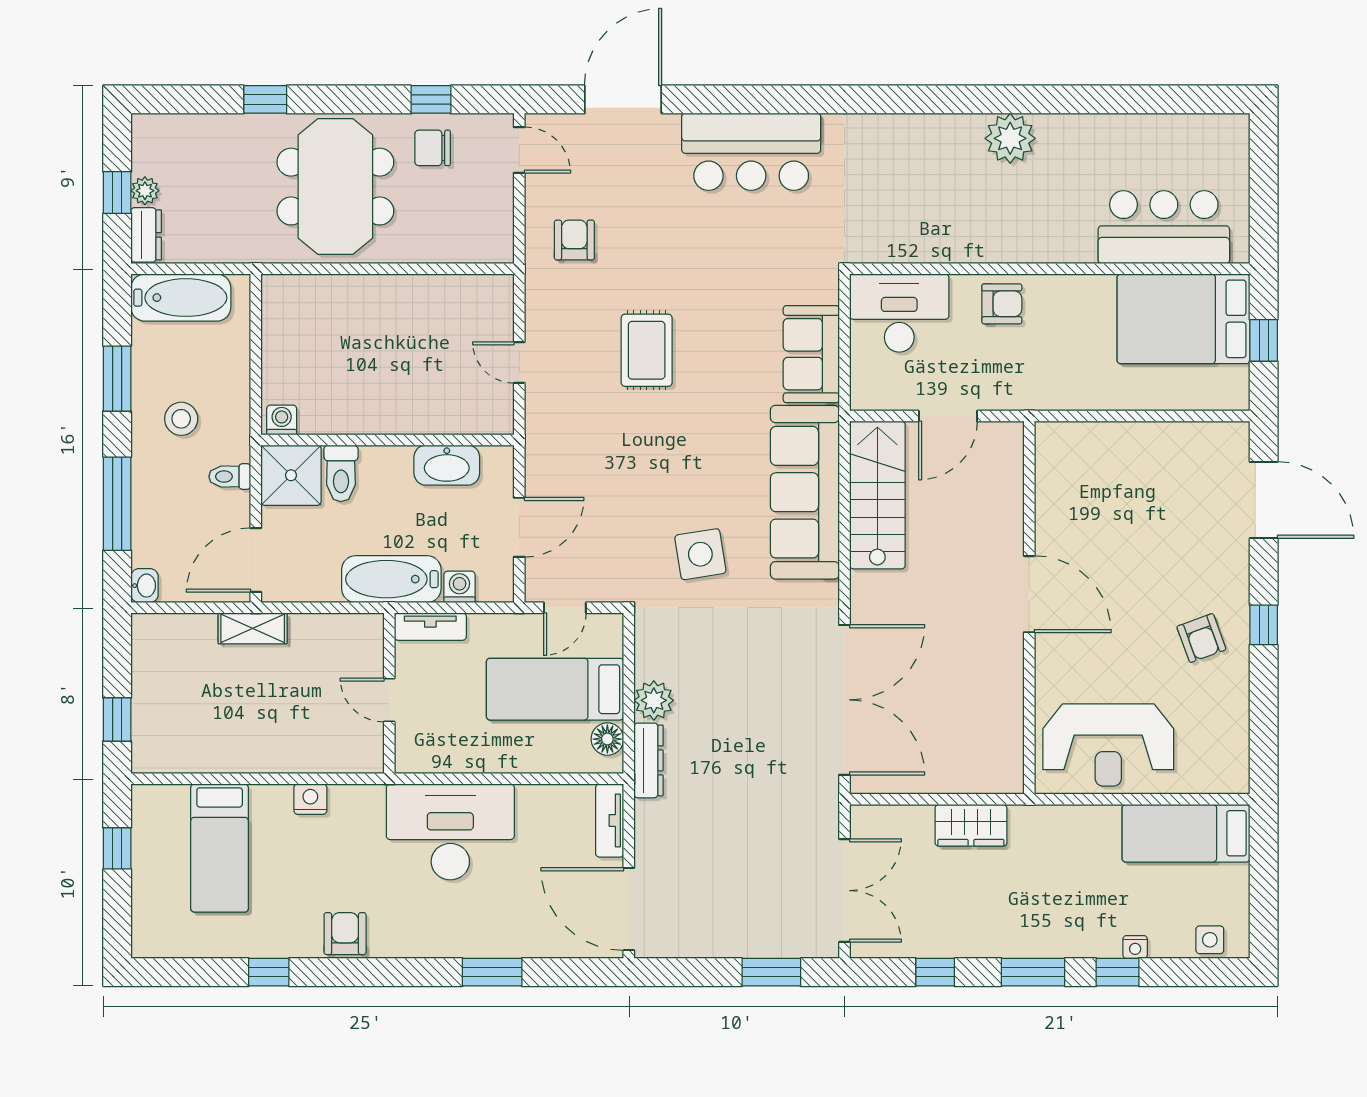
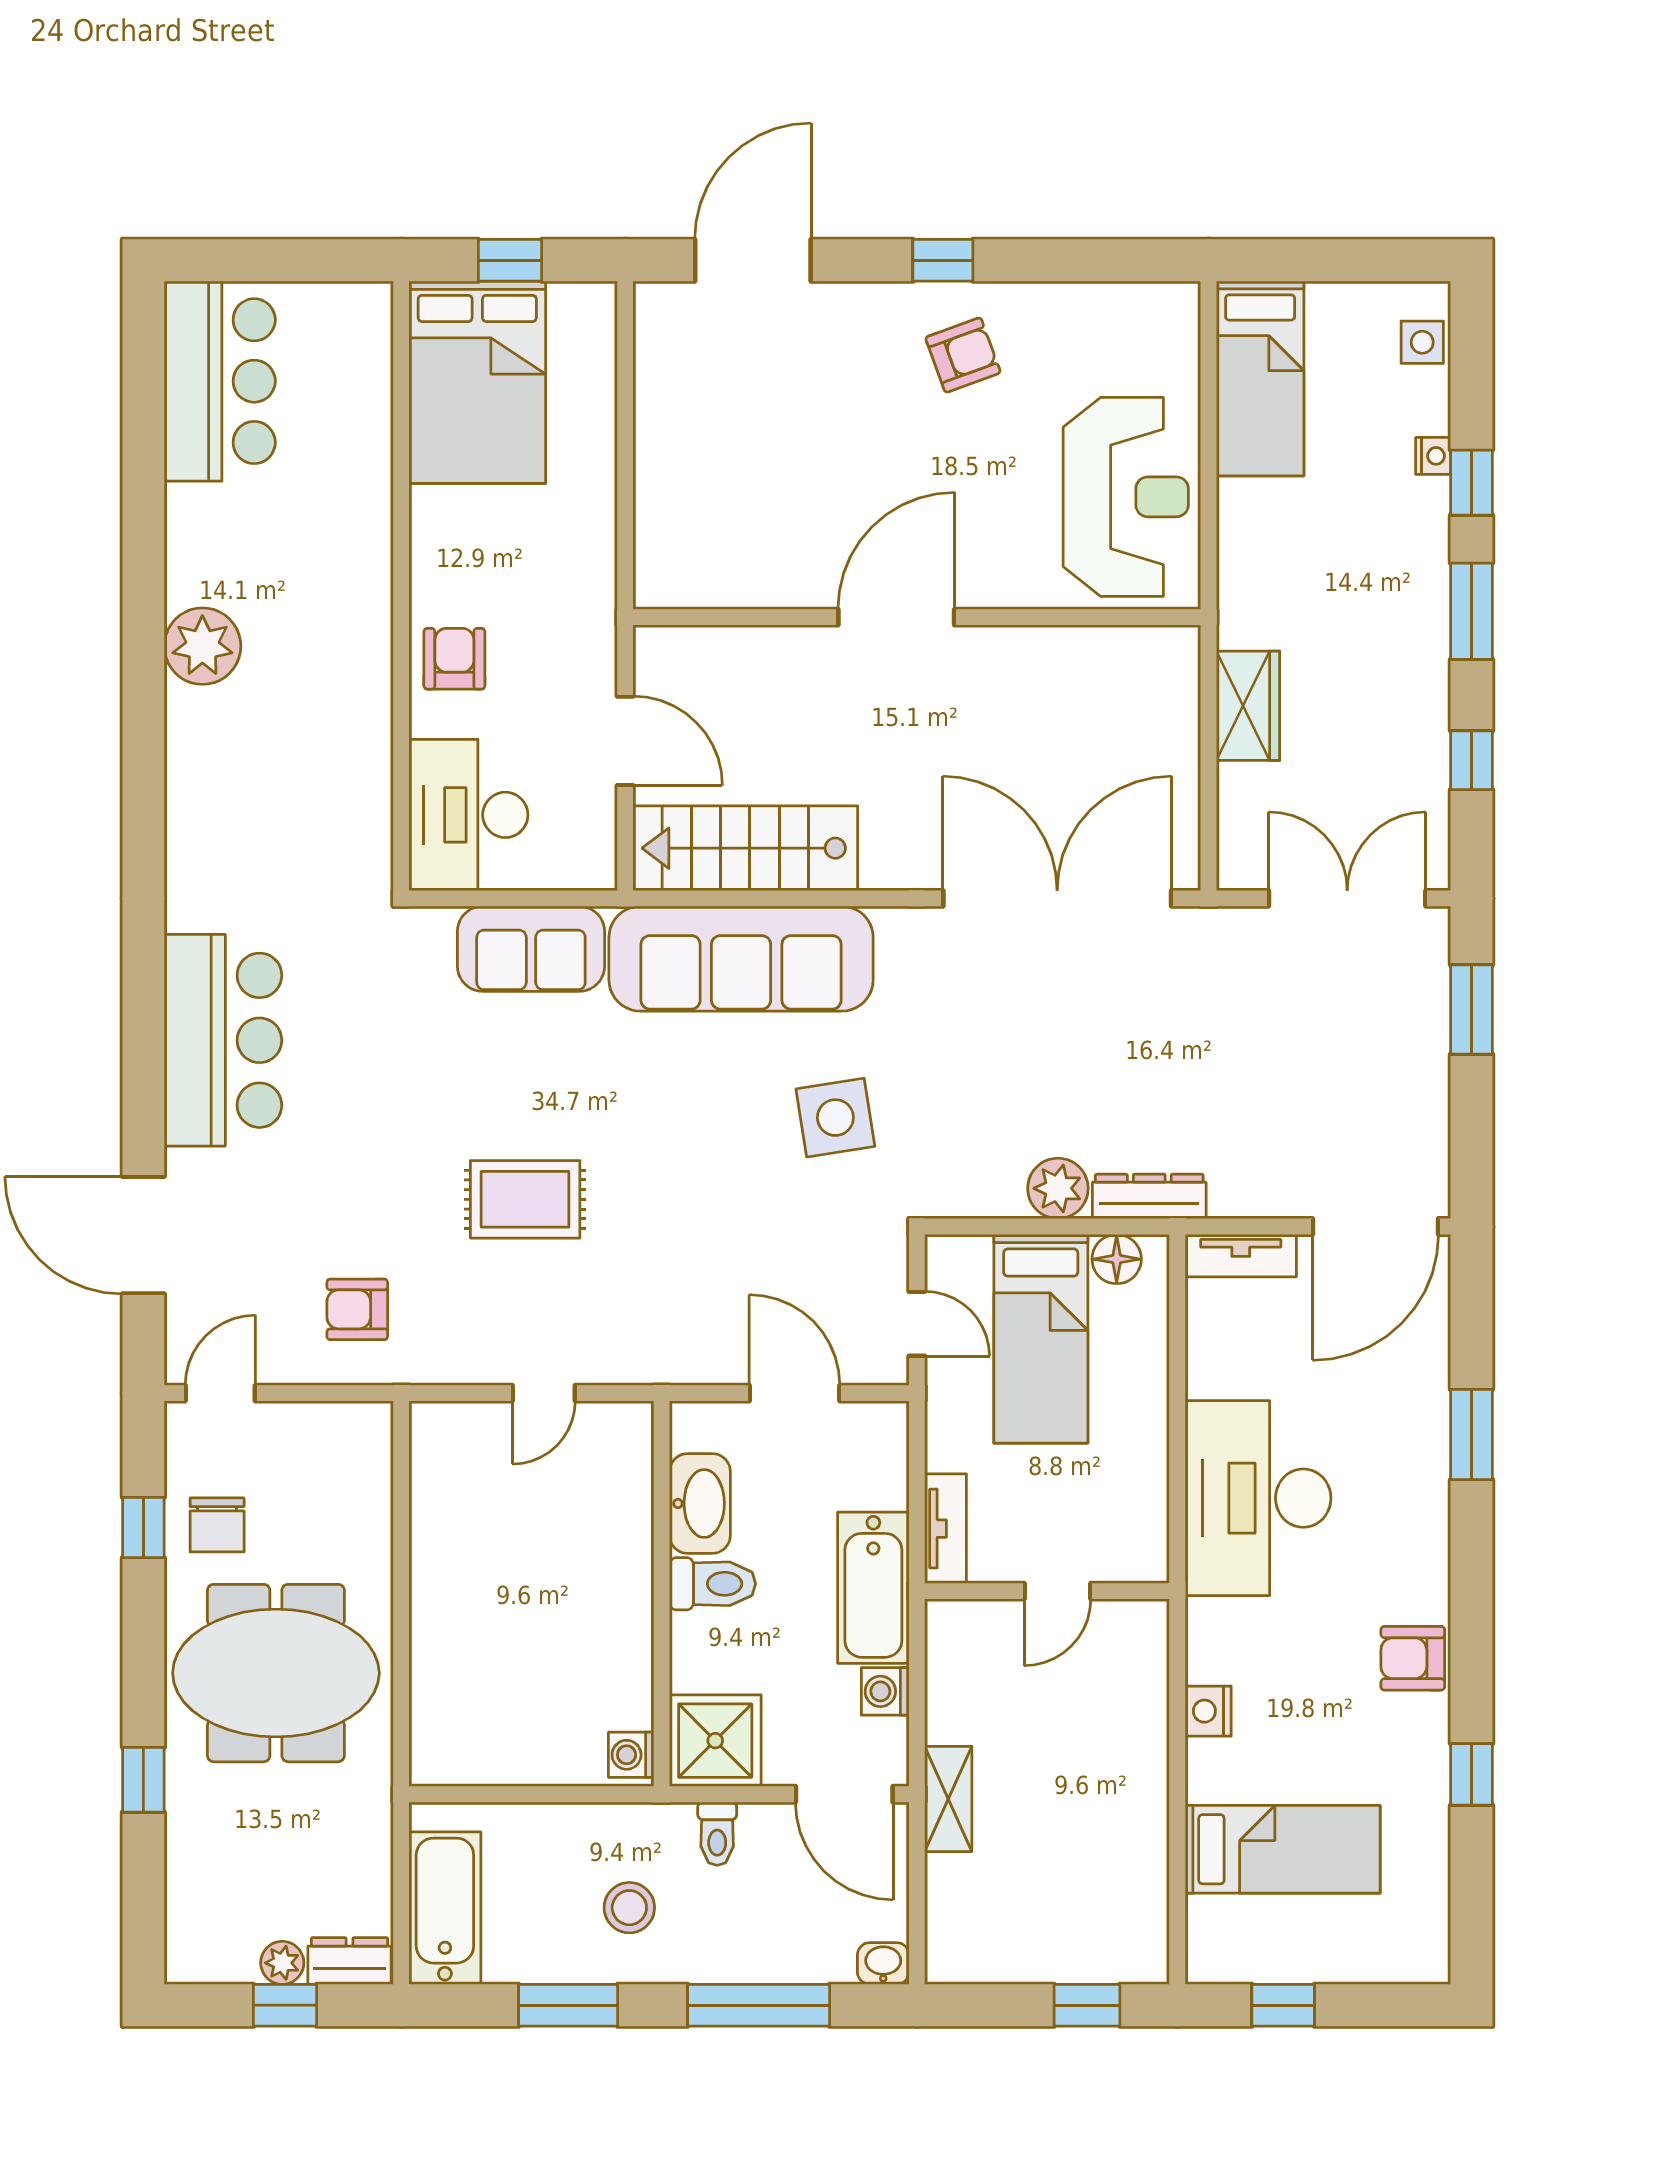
bar counter: (1164, 227) -> (220, 381), moved, turned 180
toilet: (341, 473) -> (712, 1584), moved
washing machine: (460, 587) -> (885, 1691), moved

